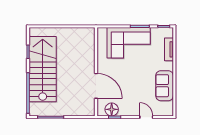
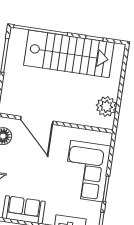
plant: (78, 35) -> (106, 106), added
door: (96, 86) -> (37, 120), hinge flipped

